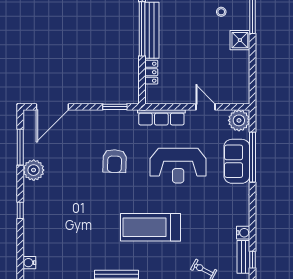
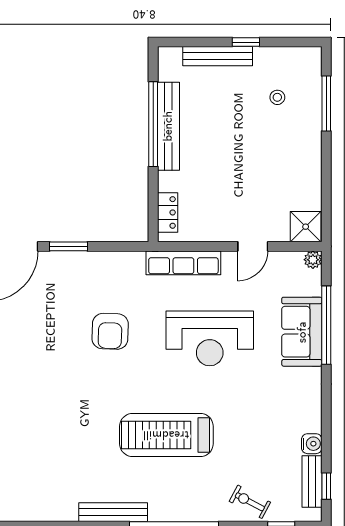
shower: (240, 40) -> (306, 227), moved
locker: (151, 72) -> (168, 212), moved
window: (115, 107) -> (68, 246), moved
door: (205, 107) -> (253, 246), swing flipped
plant: (239, 120) -> (313, 260), width x0.53, depth x0.53

